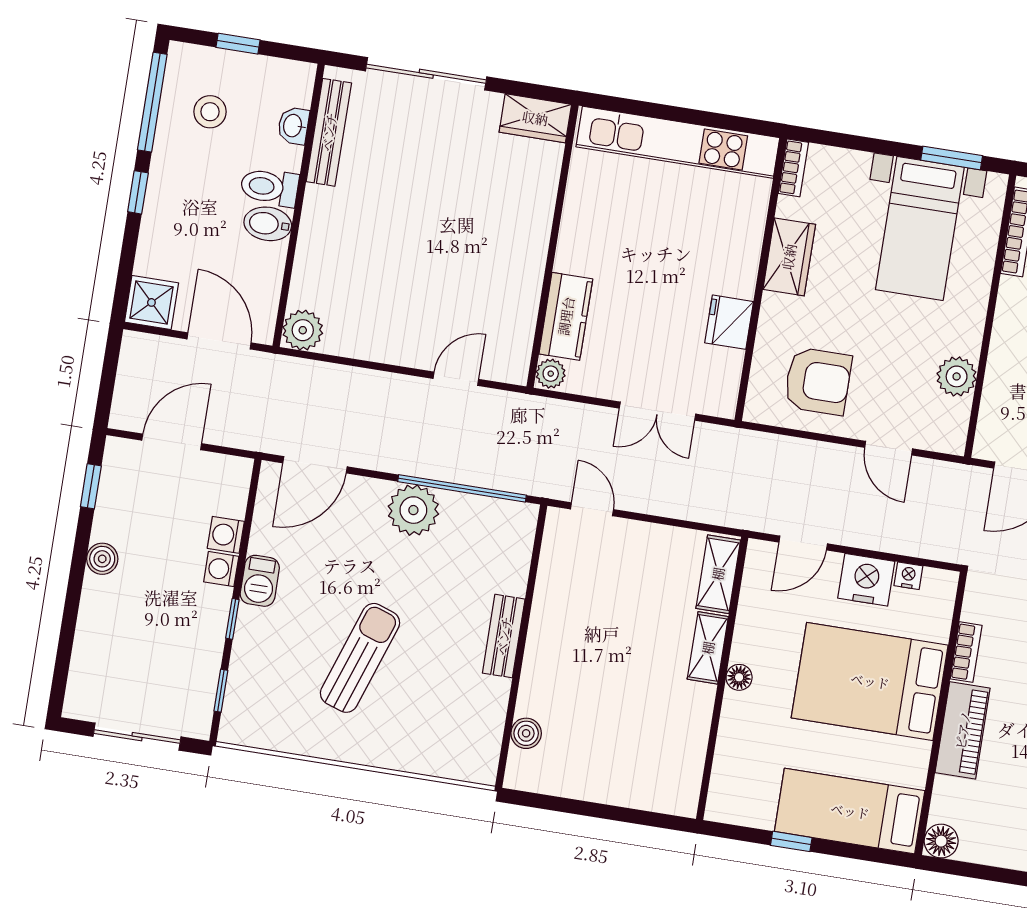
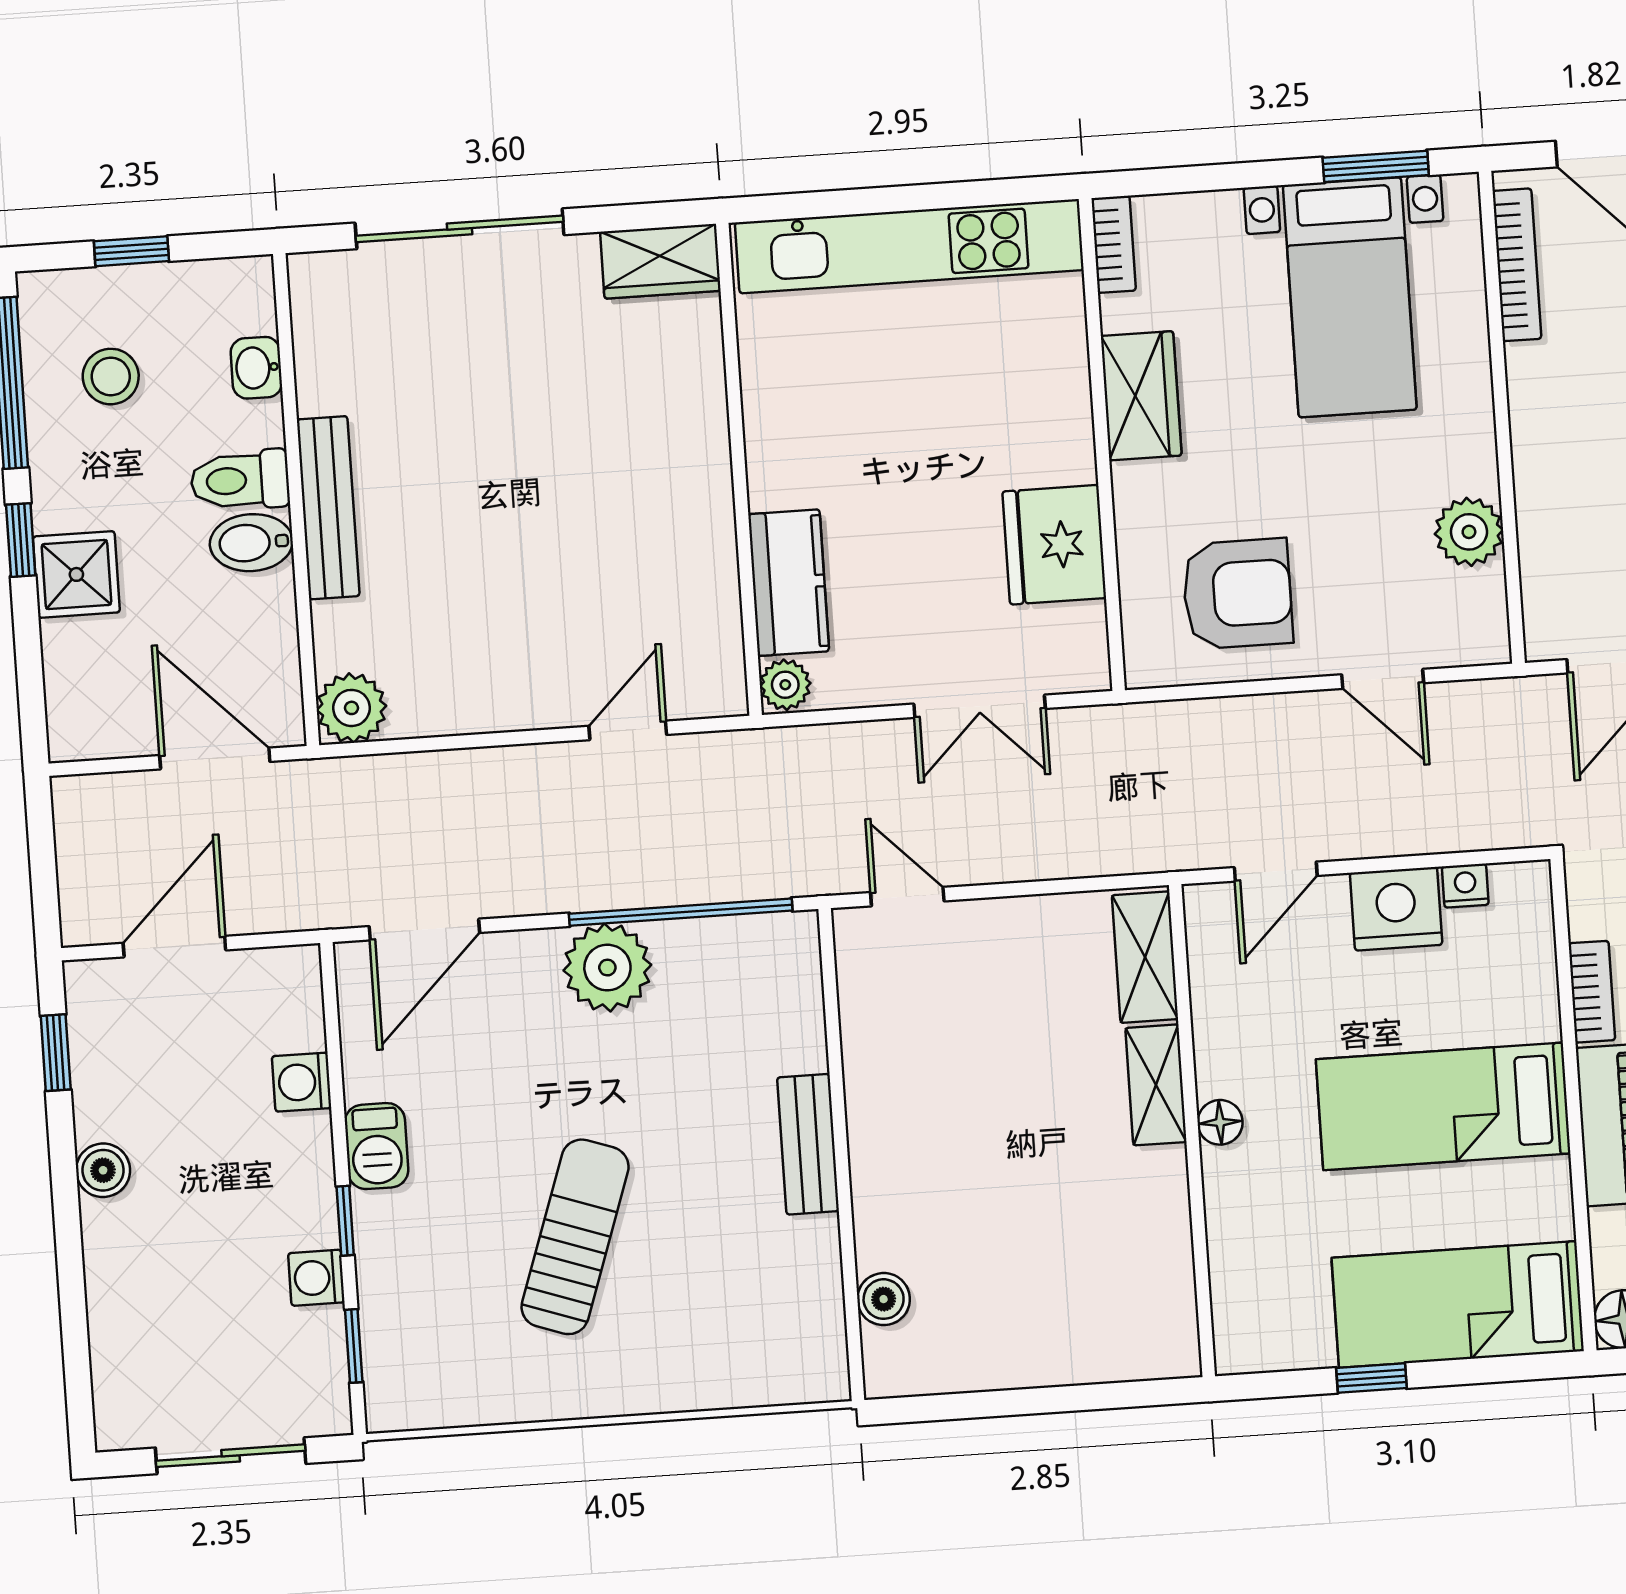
bench: (329, 132) -> (328, 508), moved
shower: (151, 302) -> (76, 574), moved
fridge: (729, 322) -> (1054, 545), width x1.36, depth x1.34
washing machine: (221, 569) -> (316, 1278), moved
bed: (870, 681) -> (1443, 1106), width x0.67

